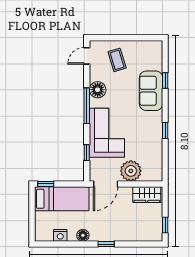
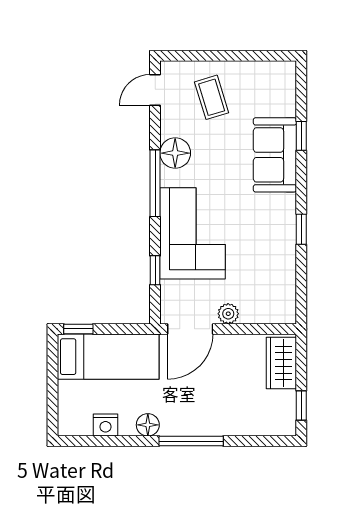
plant: (131, 171) -> (228, 314), width x0.53, depth x0.53
wardrobe: (147, 195) -> (281, 363), moved, turned 90
window: (106, 244) -> (191, 441), width x2.17

